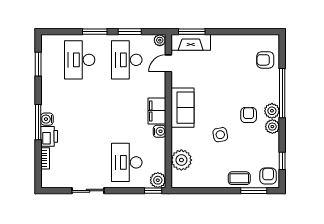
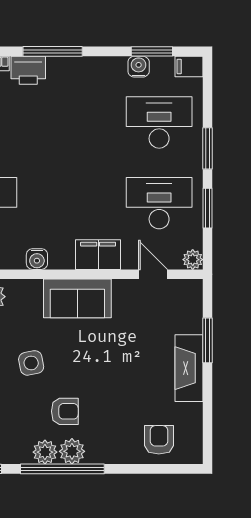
window: (192, 32) -> (207, 340), moved
filing cabinet: (47, 42) -> (189, 66), added
fireplace: (191, 42) -> (189, 368), moved
window: (282, 93) -> (62, 469), moved
filing cabinet: (157, 111) -> (98, 255), moved
water cooler: (47, 119) -> (139, 67), moved

